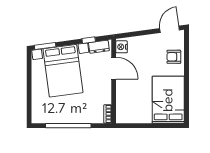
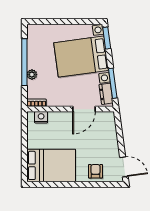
window: (89, 40) -> (113, 83), width x2.17
nightstand: (122, 47) -> (41, 117), moved
plant: (80, 118) -> (32, 75), added

